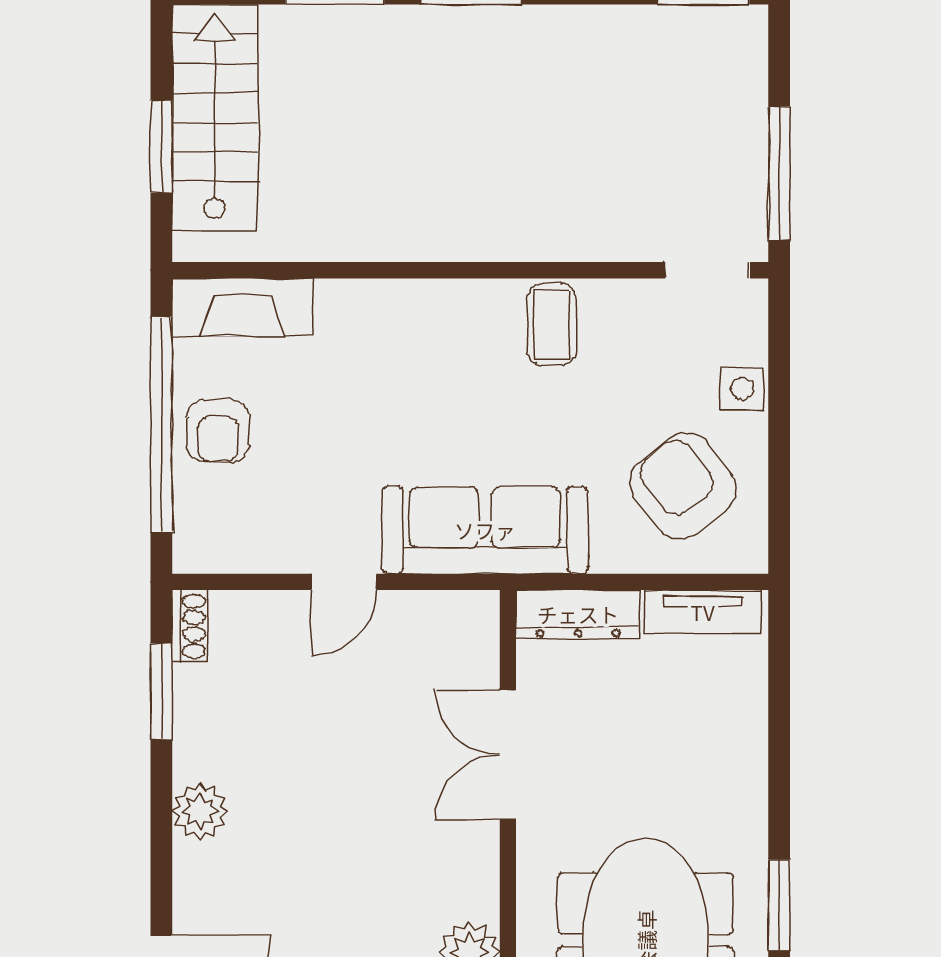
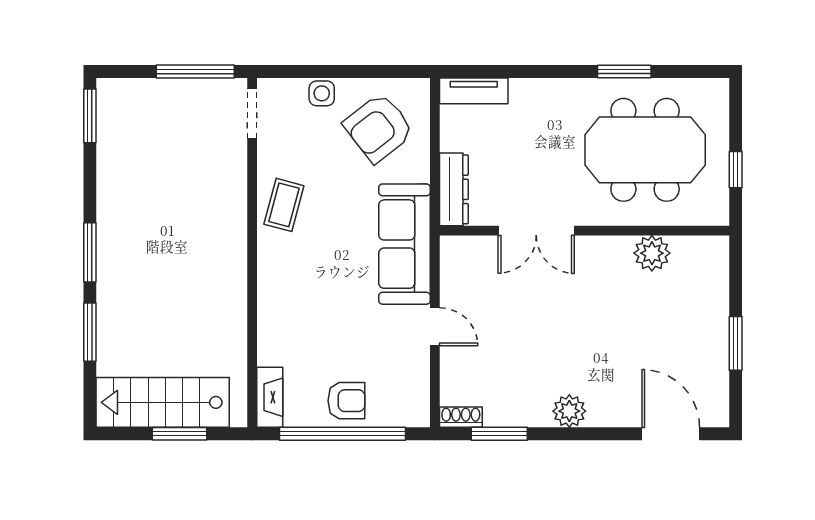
fireplace: (243, 307) -> (270, 397), width x0.73, depth x0.76
coffee table: (552, 324) -> (284, 205), turned -75
tv unit: (703, 612) -> (474, 91), moved, turned 90

